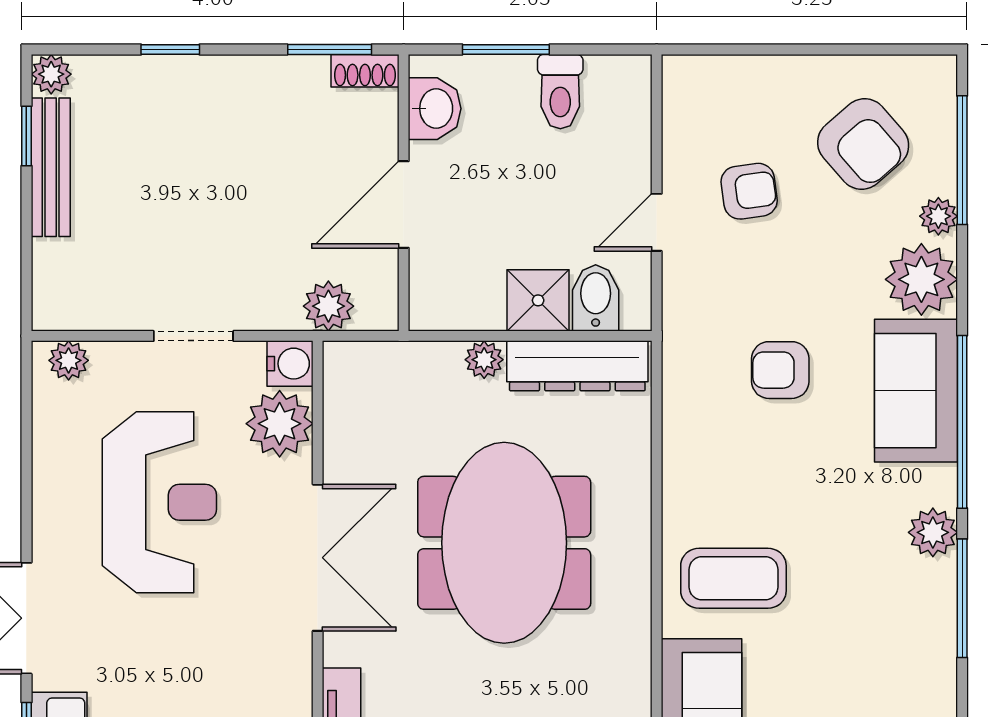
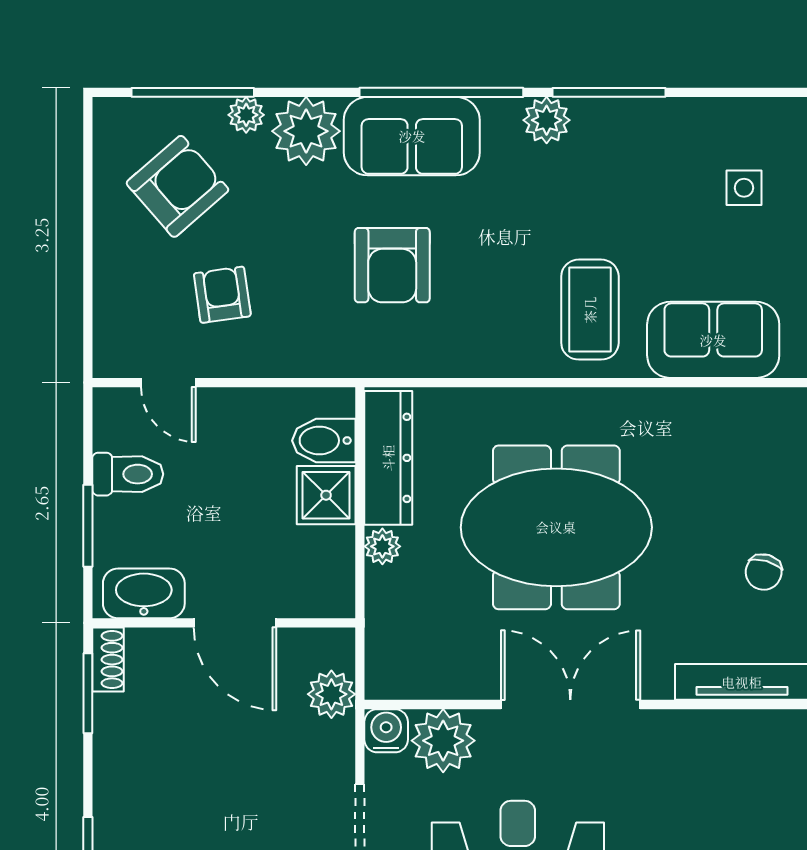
washbasin: (435, 109) -> (144, 593), width x1.38
door: (657, 222) -> (168, 383), moved
armchair: (780, 370) -> (392, 265), width x1.38, depth x1.38

